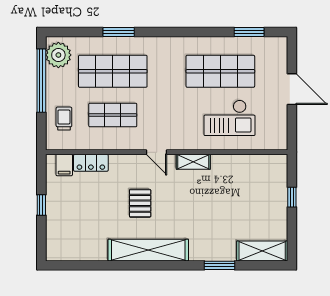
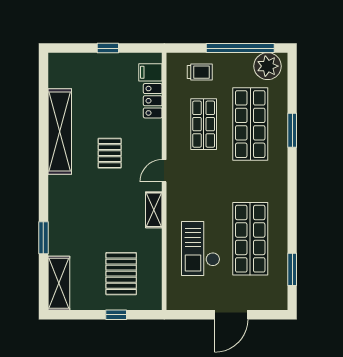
pallet: (253, 192) -> (121, 274), added
pallet: (140, 203) -> (110, 153), turned 90
shelving: (148, 250) -> (60, 132), moved

